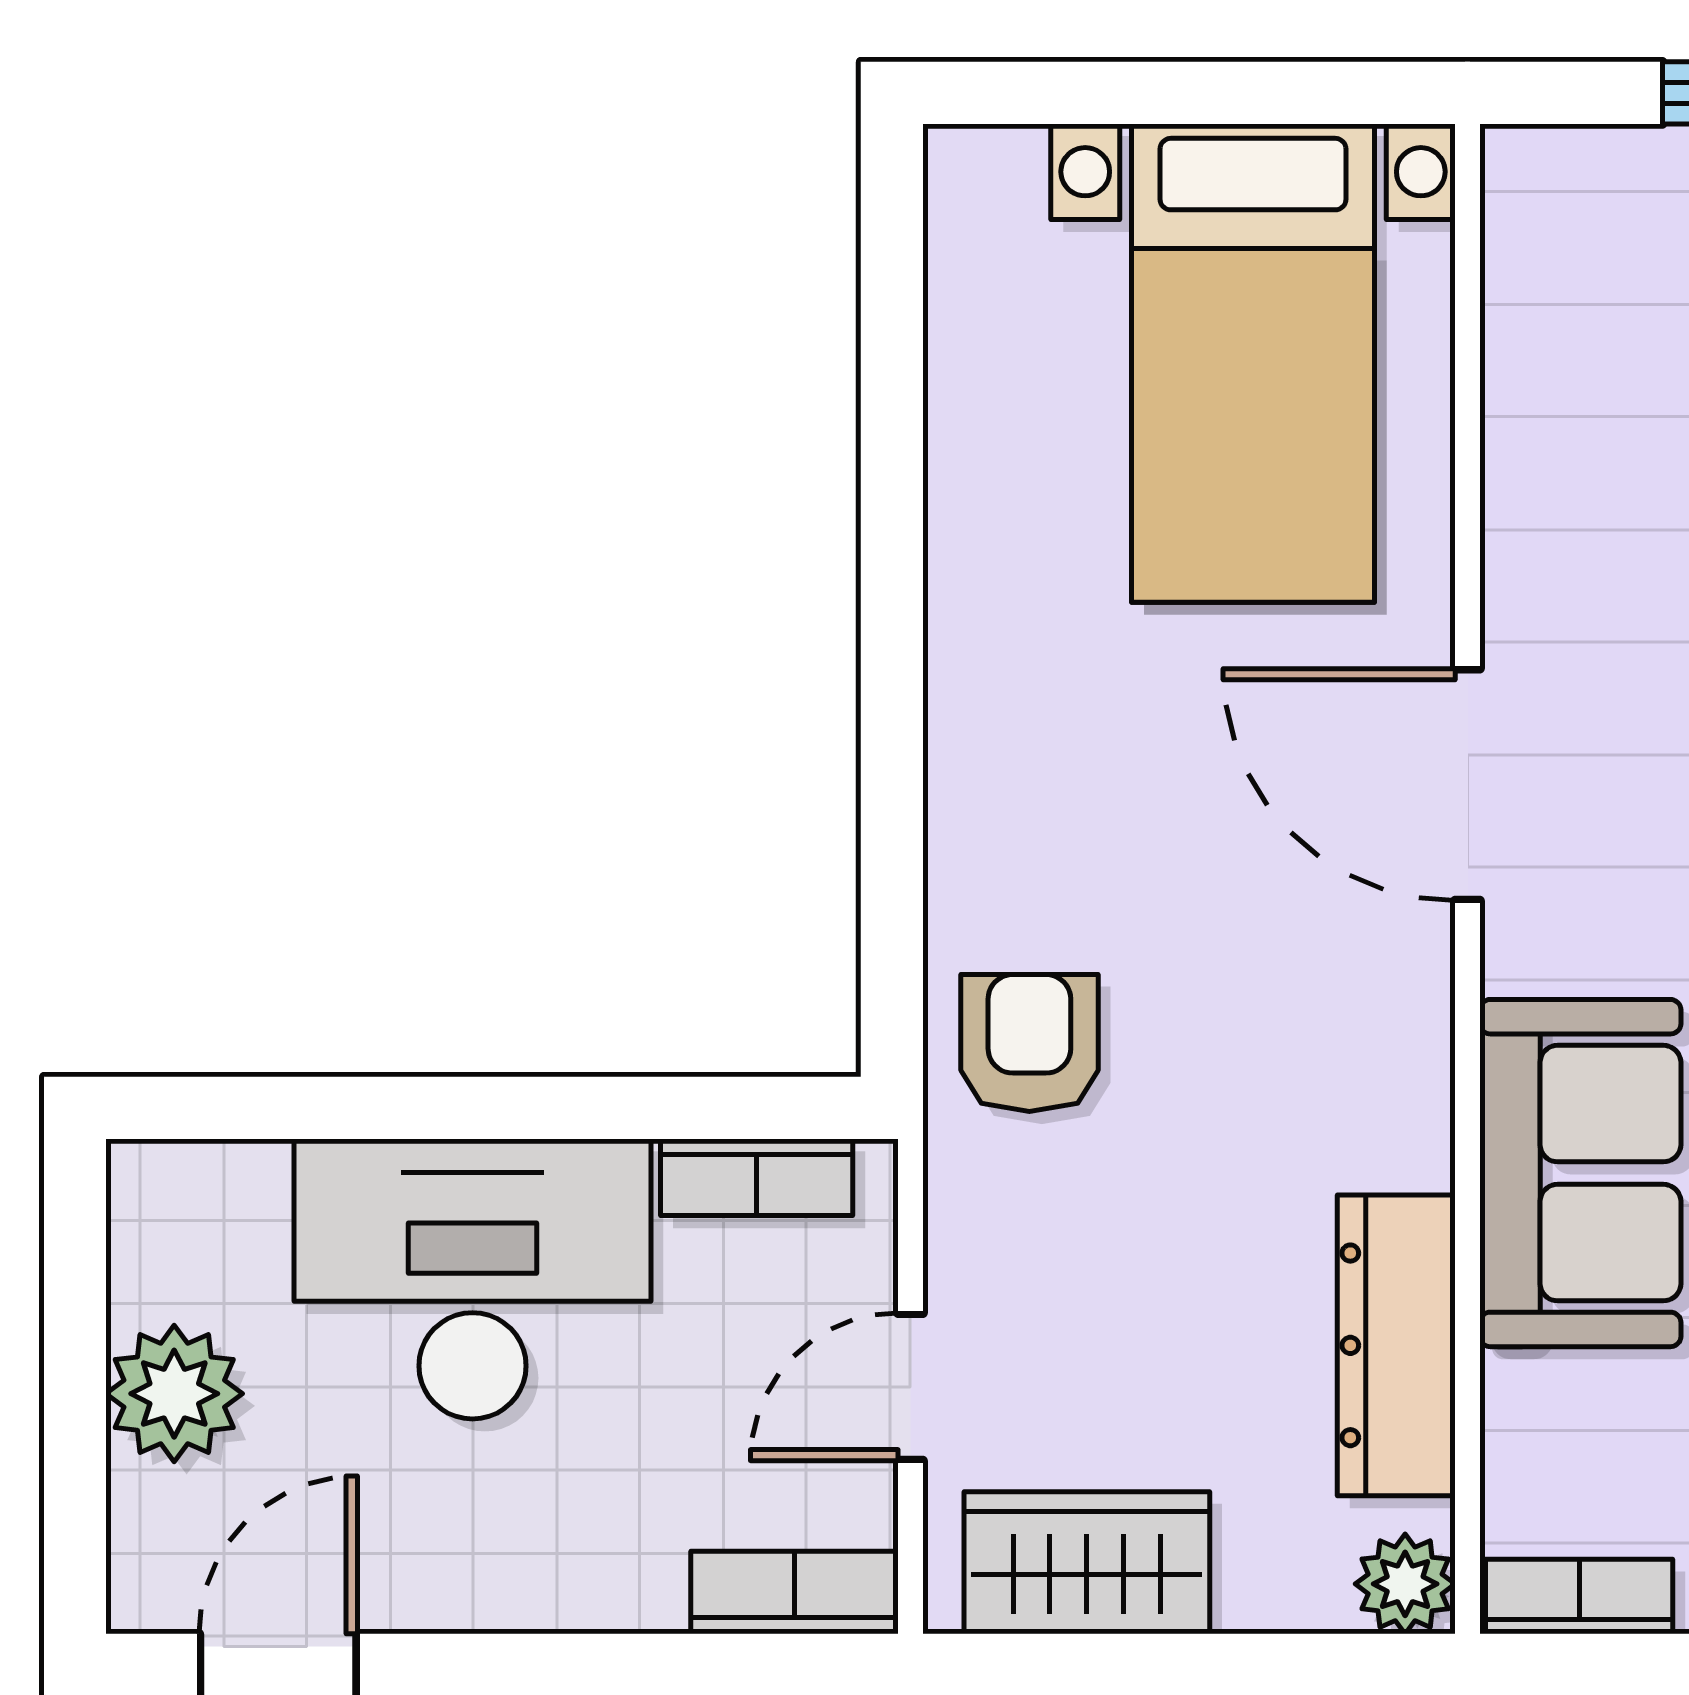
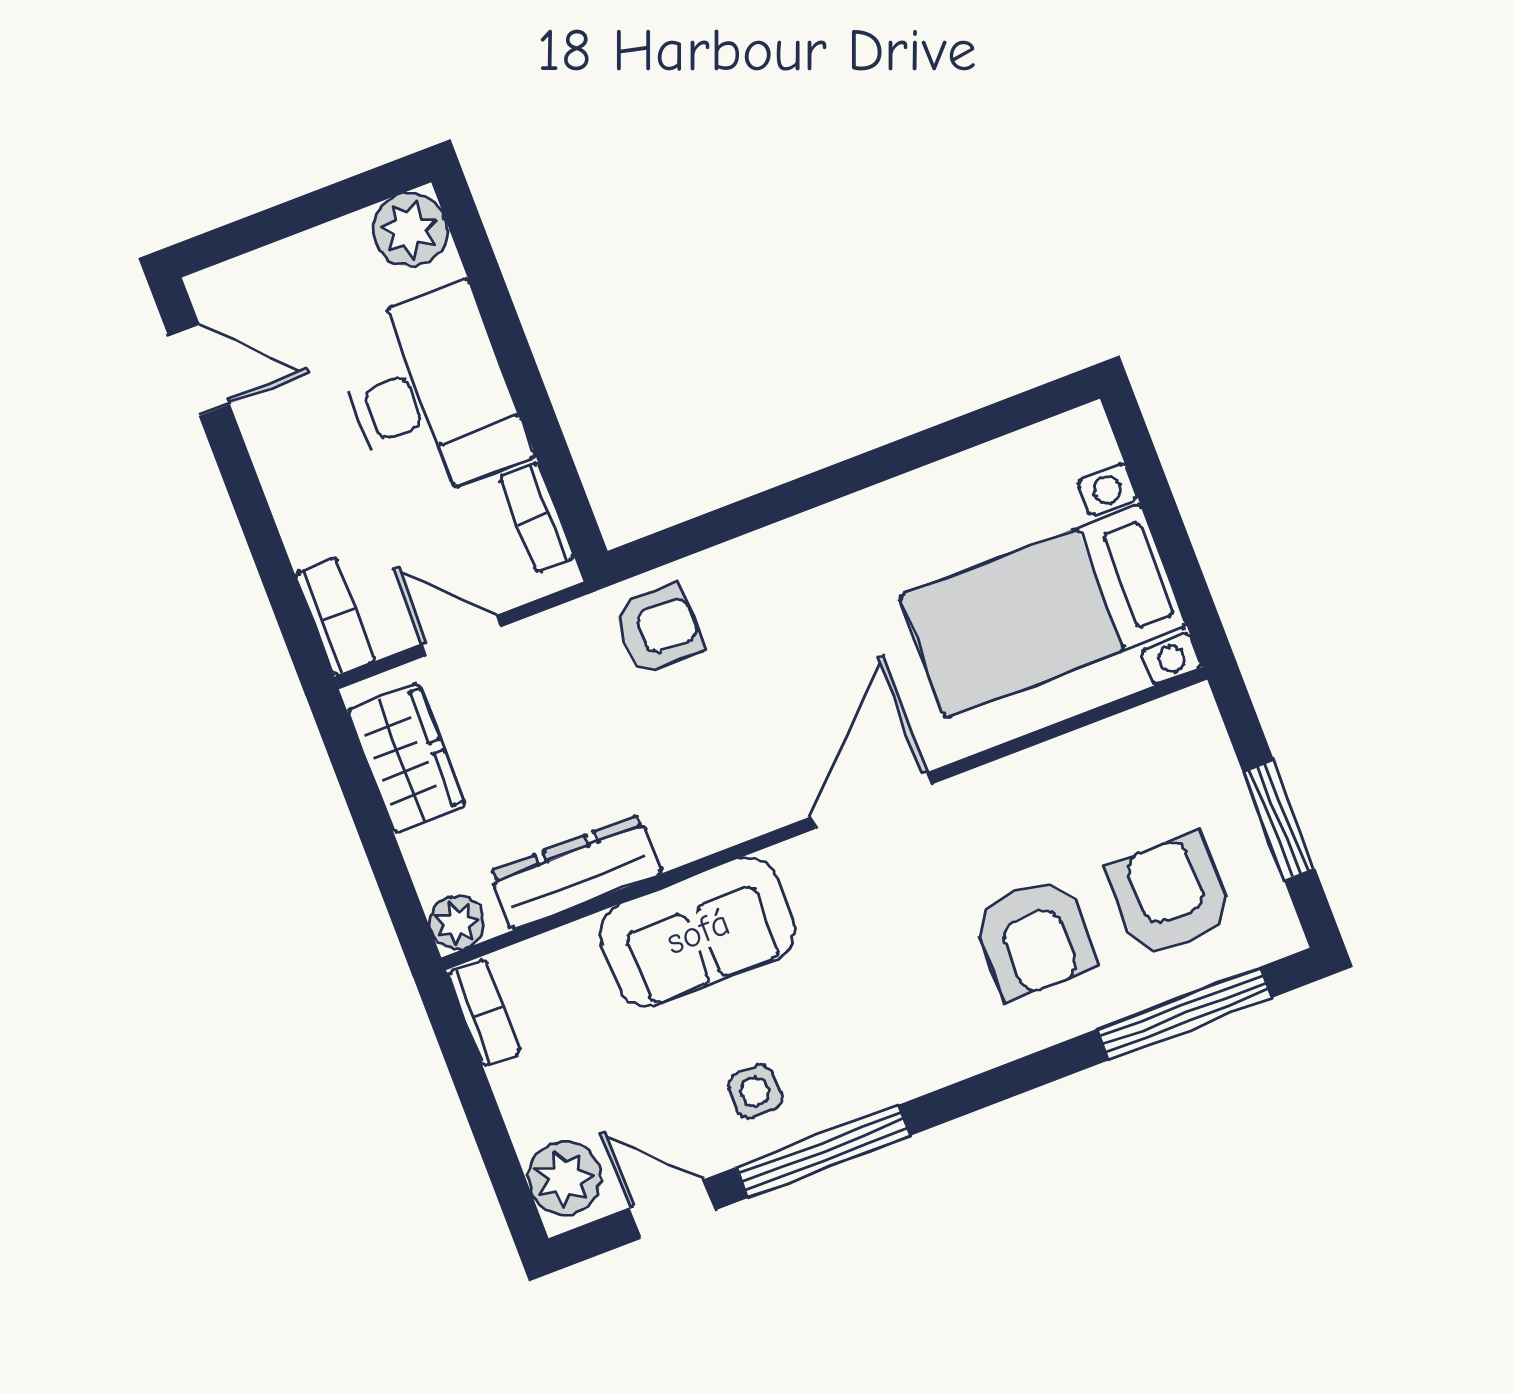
plant: (174, 1394) -> (410, 230), moved

